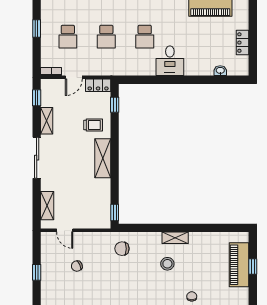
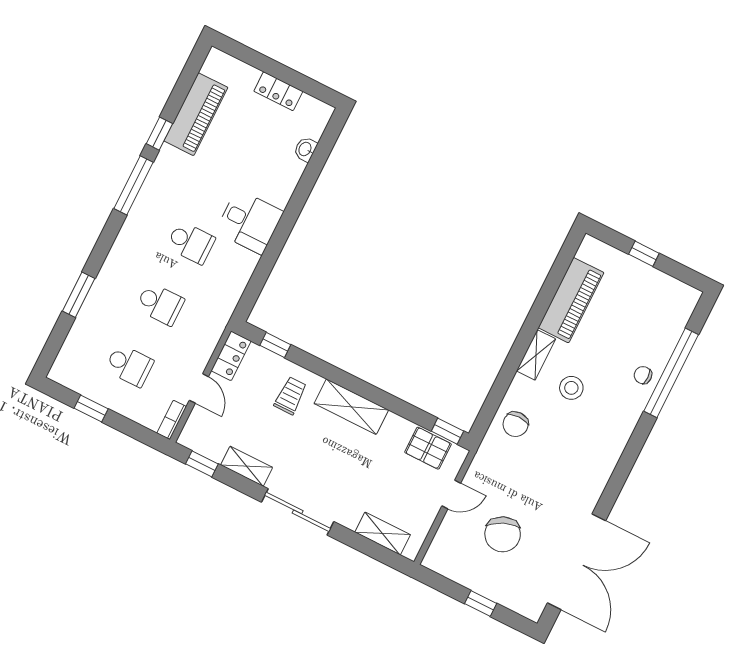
pallet: (101, 207) -> (428, 448), added
door: (65, 230) -> (451, 495), moved
chair: (122, 249) -> (516, 424), moved
piano: (239, 265) -> (571, 300), moved, turned -90
chair: (77, 266) -> (503, 534), width x1.87, depth x1.87

